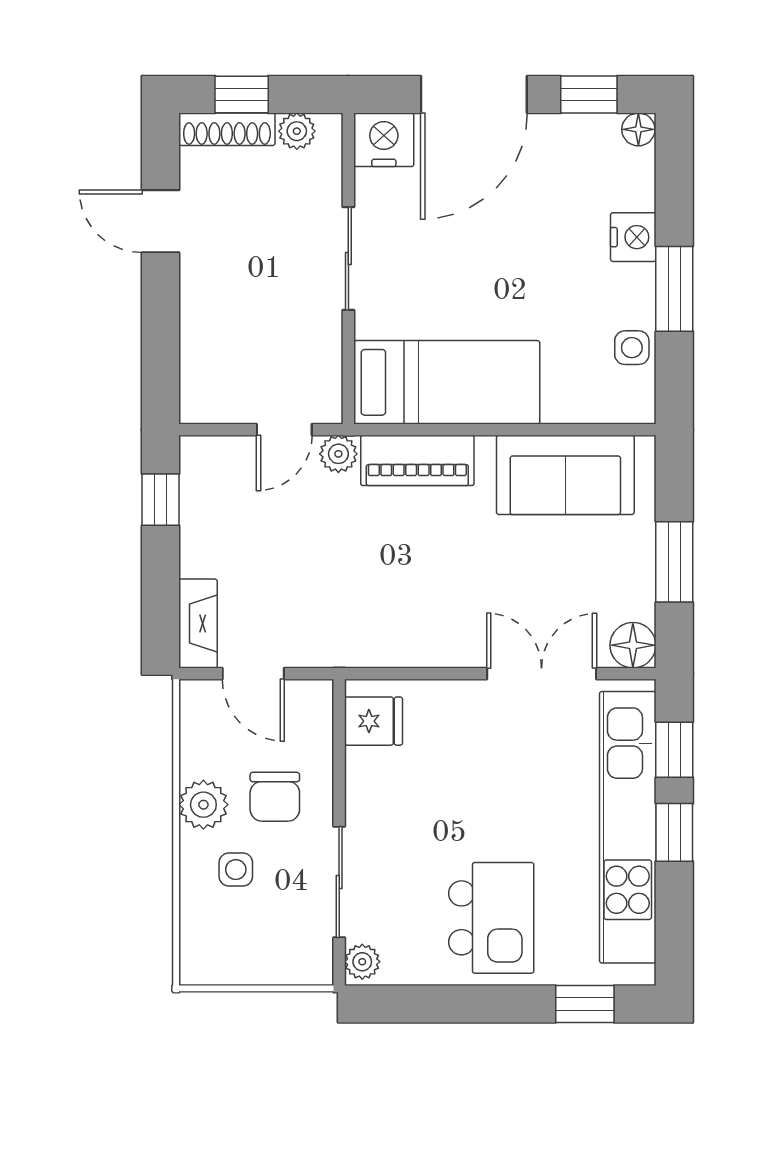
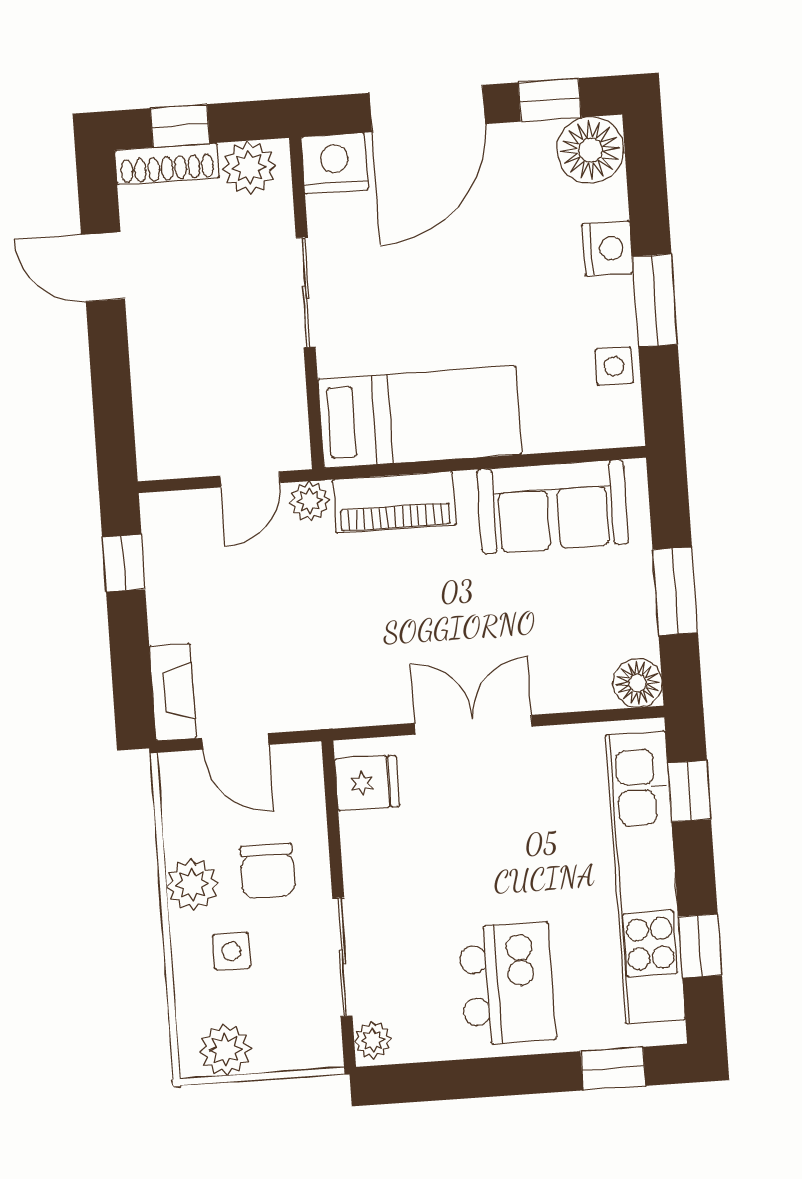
floor lamp: (638, 129) -> (590, 150), width x1.89, depth x1.89
plant: (297, 131) -> (249, 167), width x1.38, depth x1.38
double door: (542, 674) -> (473, 725), moved
window: (674, 832) -> (700, 946), moved
plant: (224, 961) -> (226, 1050), added

